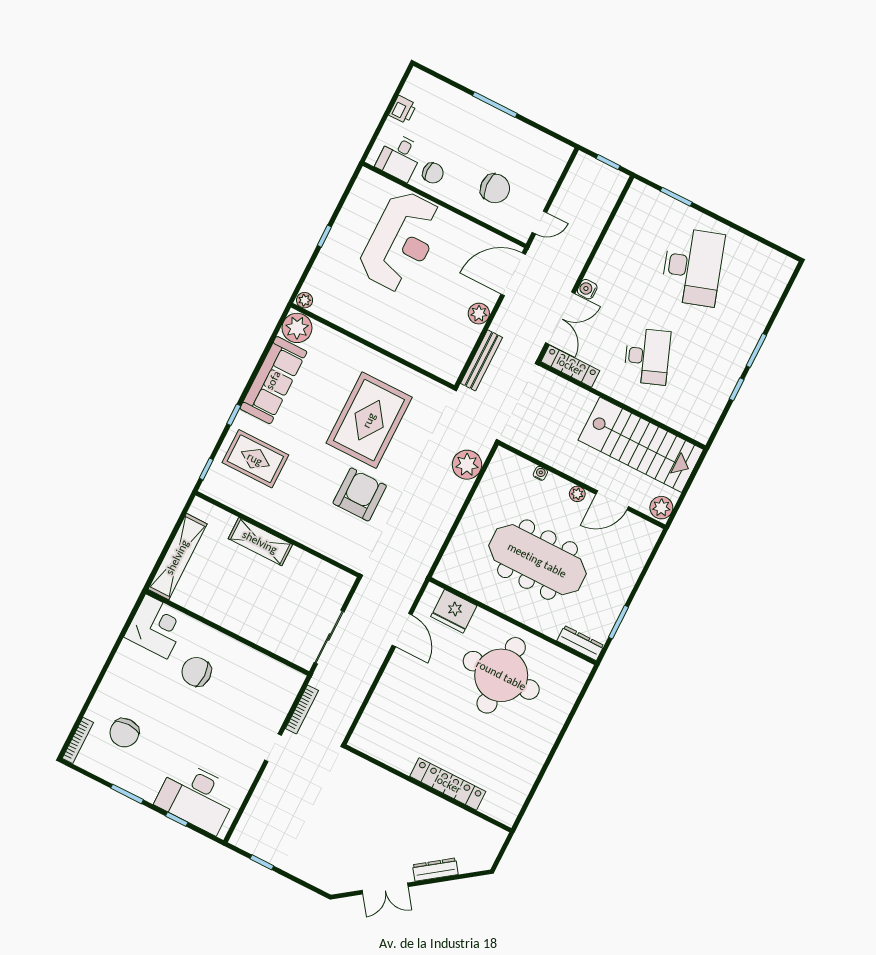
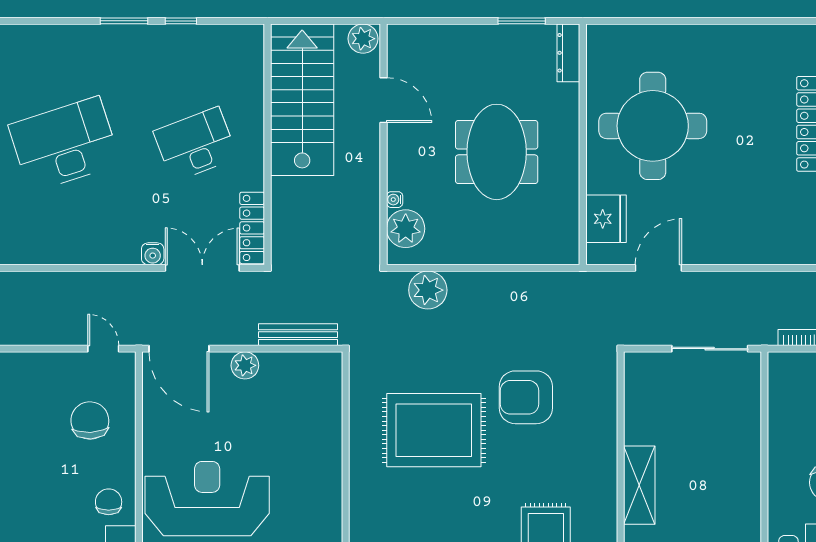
plant: (577, 494) -> (406, 229), moved, width x1.88, depth x1.88
meeting table: (537, 560) -> (497, 152), width x0.73

